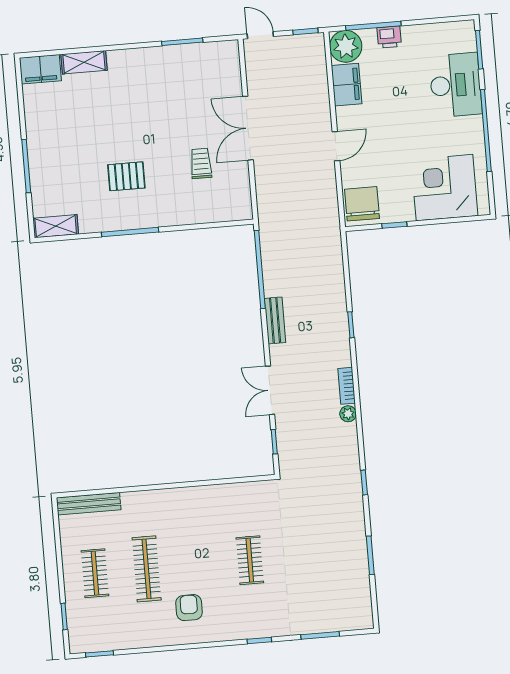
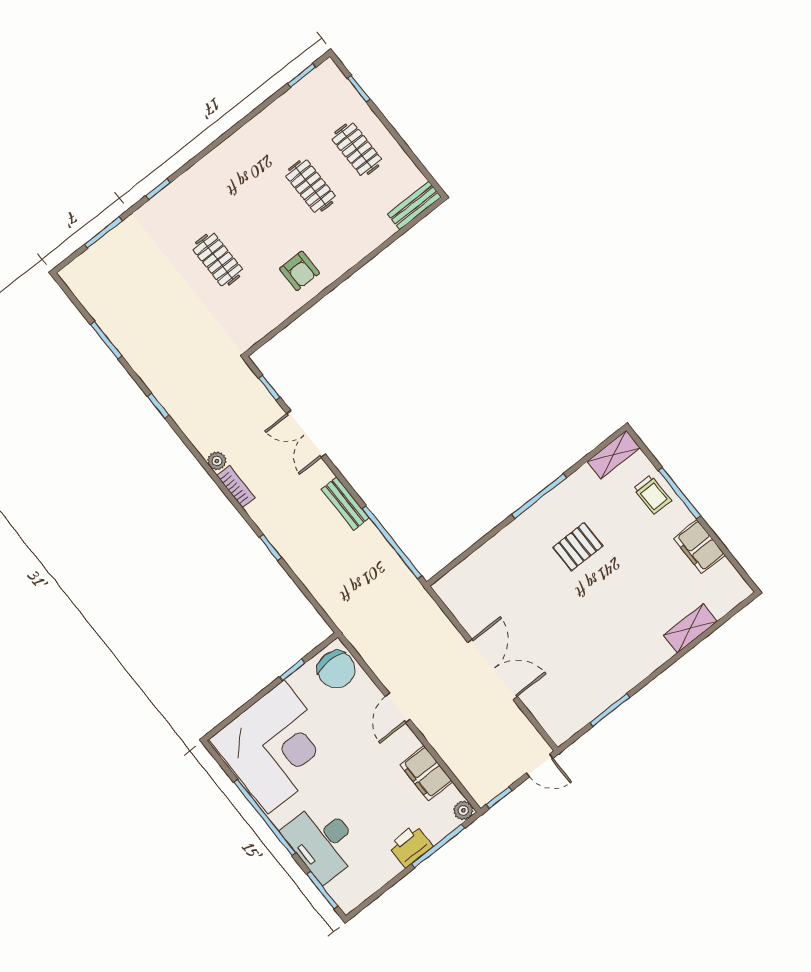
printer: (389, 37) -> (410, 846), width x1.36, depth x1.24
plant: (346, 46) -> (463, 810), width x0.53, depth x0.53
filing cabinet: (40, 69) -> (699, 547), moved, turned -90
trolley: (201, 163) -> (652, 495), moved
corner desk: (444, 188) -> (276, 747), width x1.36, depth x1.36
double door: (270, 390) -> (306, 434), swing flipped
bench: (89, 504) -> (414, 205), width x0.73
clothes rail: (147, 569) -> (311, 186), width x0.73
armchair: (189, 608) -> (299, 271), moved

